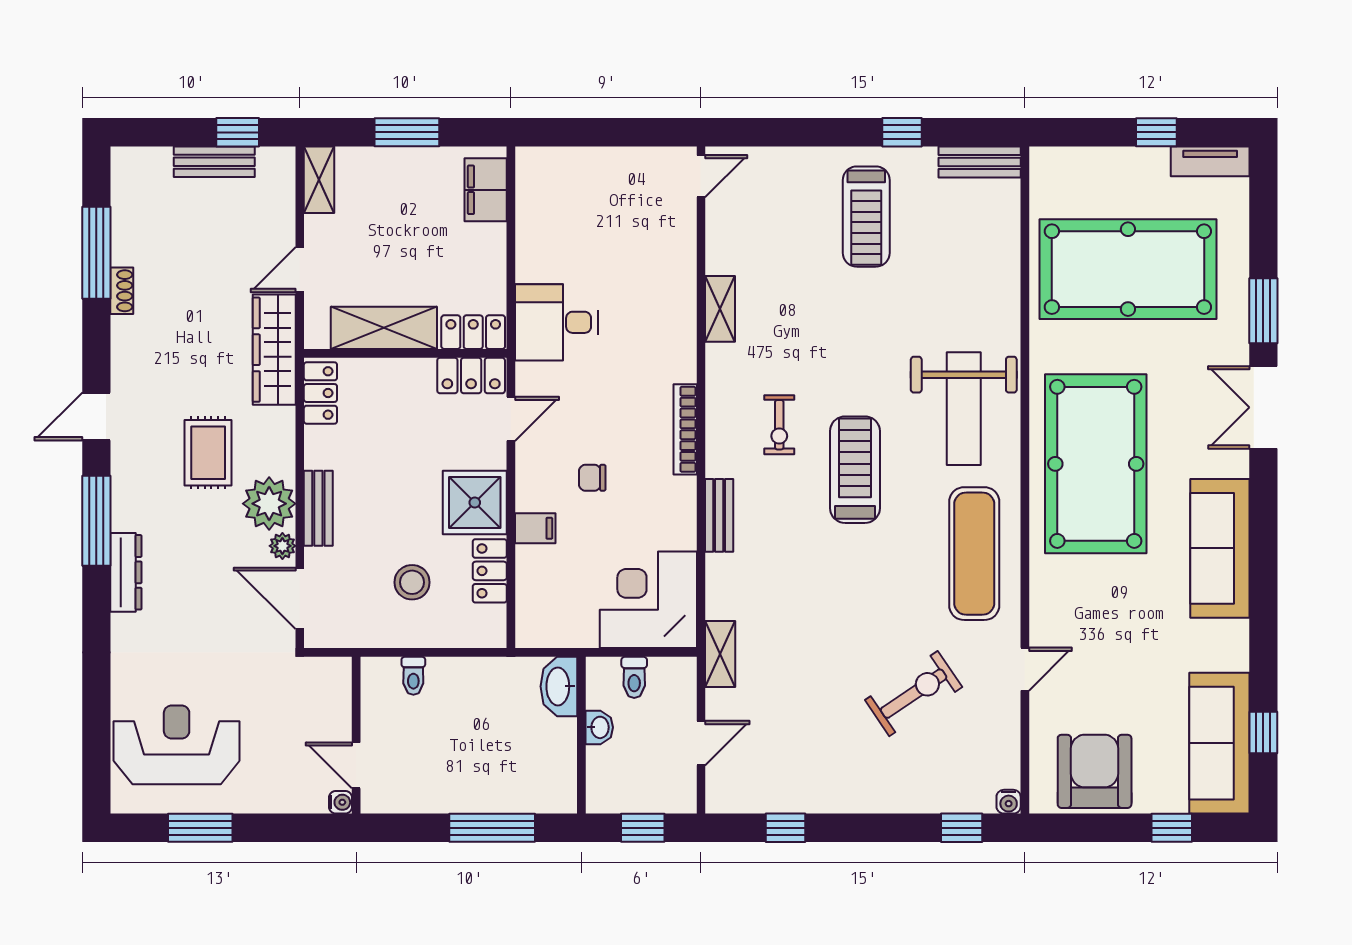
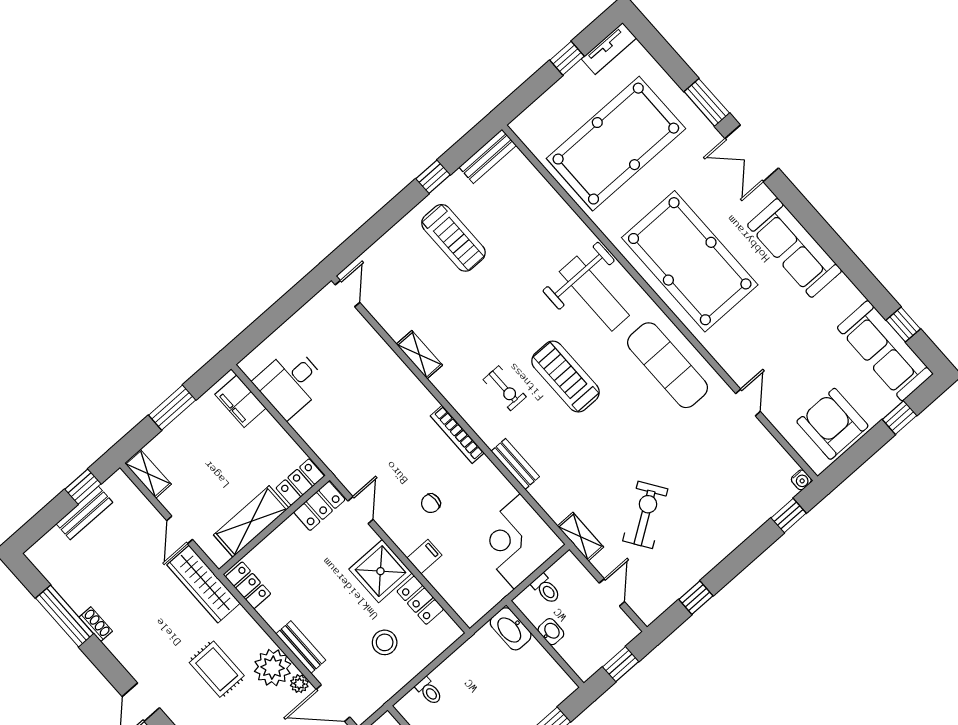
desk: (556, 322) -> (290, 383), moved
exercise bike: (914, 694) -> (645, 515), moved

